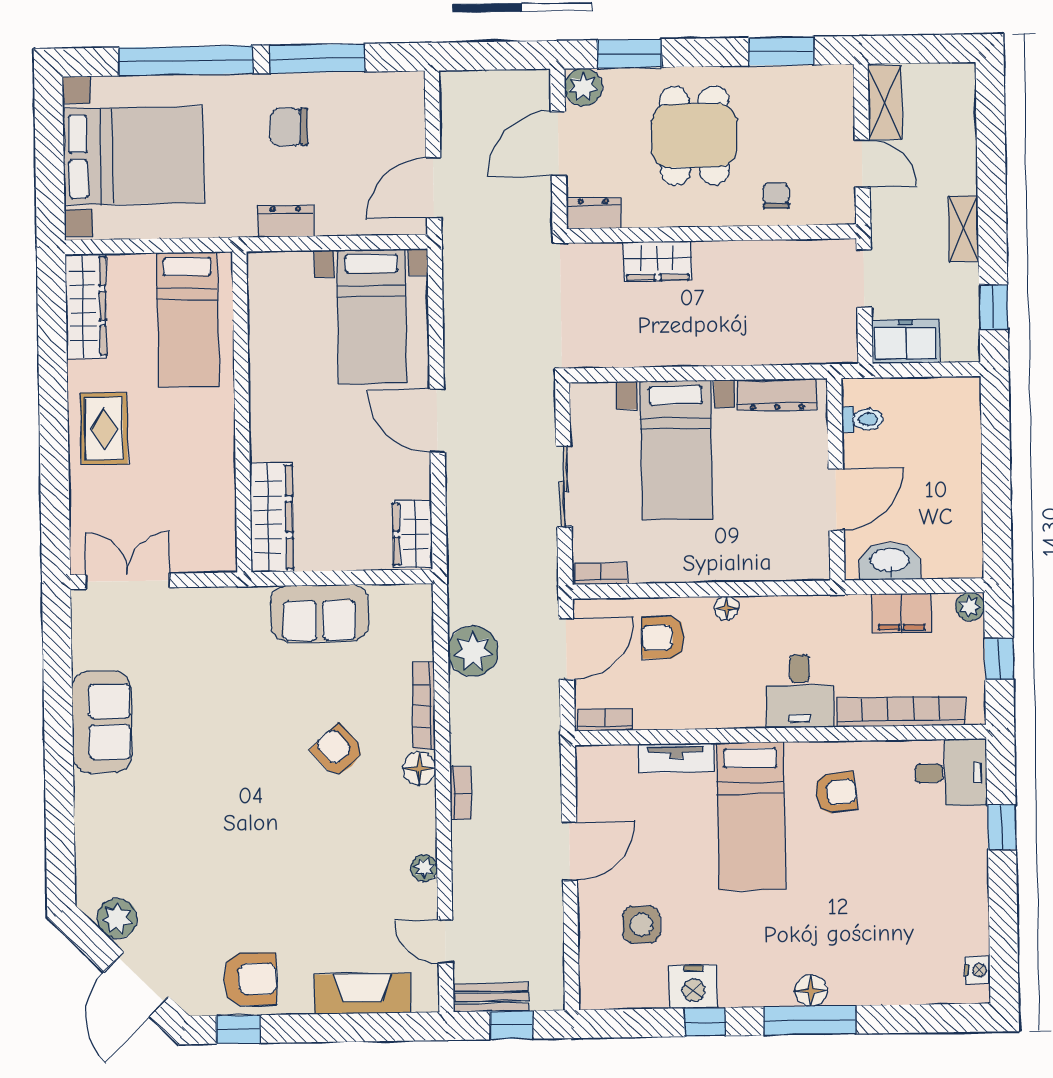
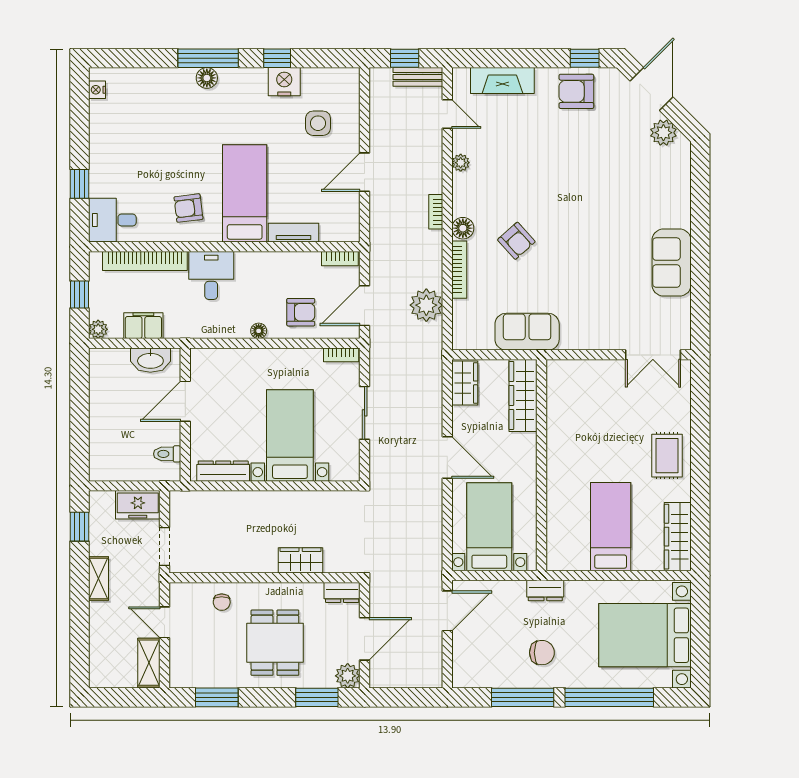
wall: (242, 412) -> (542, 465), moved
wardrobe: (272, 517) -> (523, 395), moved

